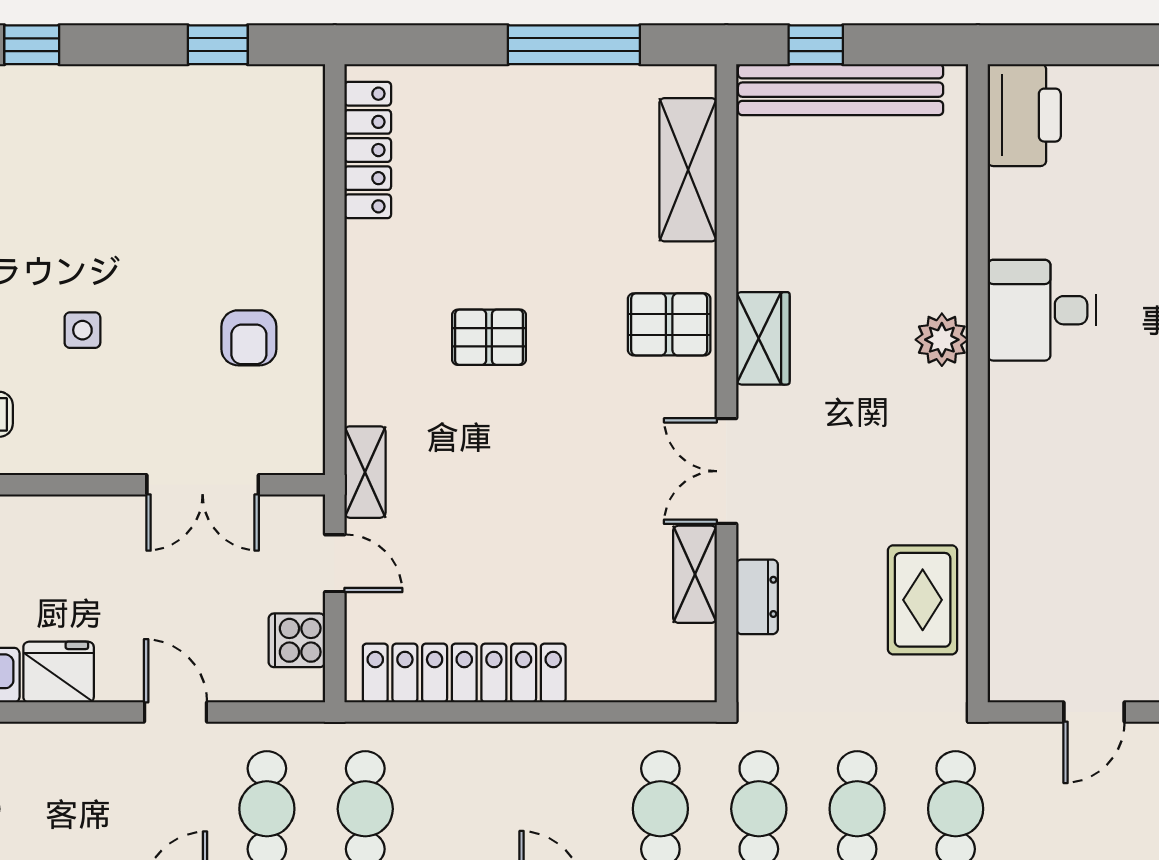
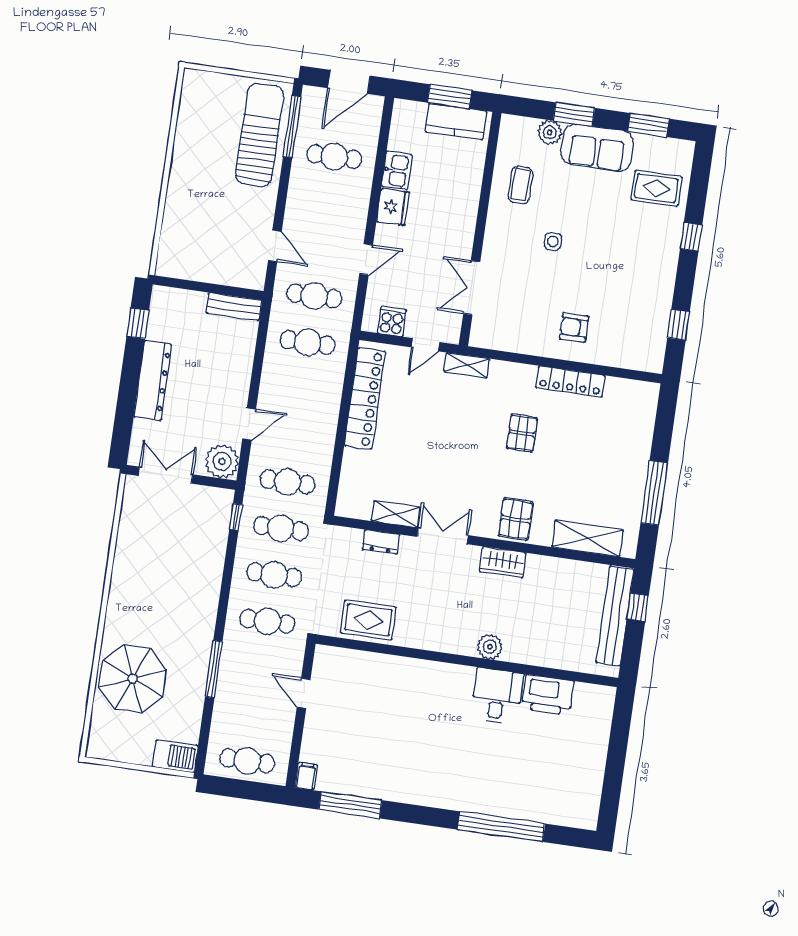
printer: (1024, 115) -> (548, 695), moved
locker: (368, 150) -> (570, 381), moved
armchair: (249, 338) -> (574, 327), moved

